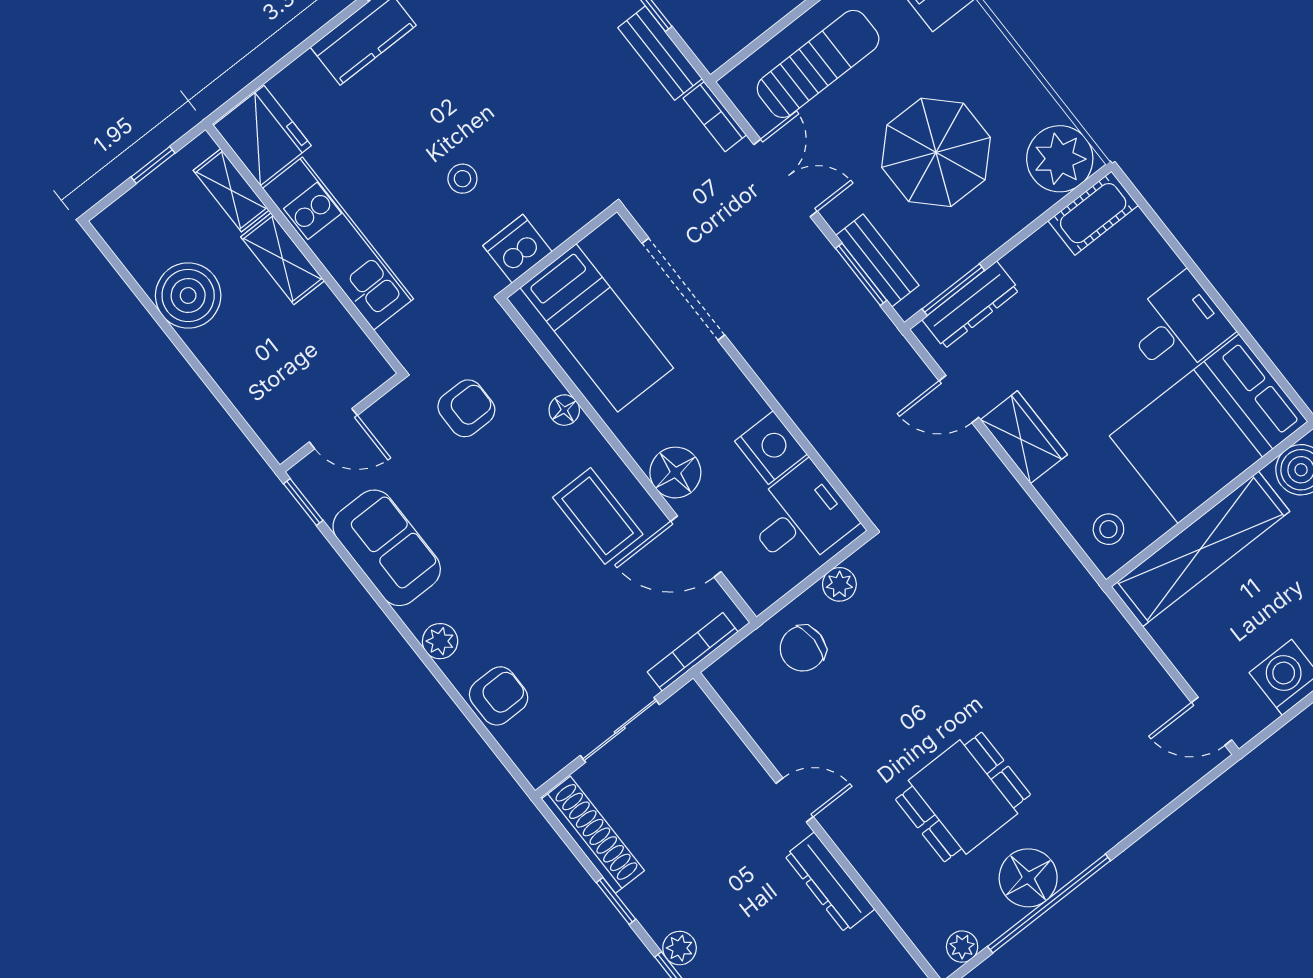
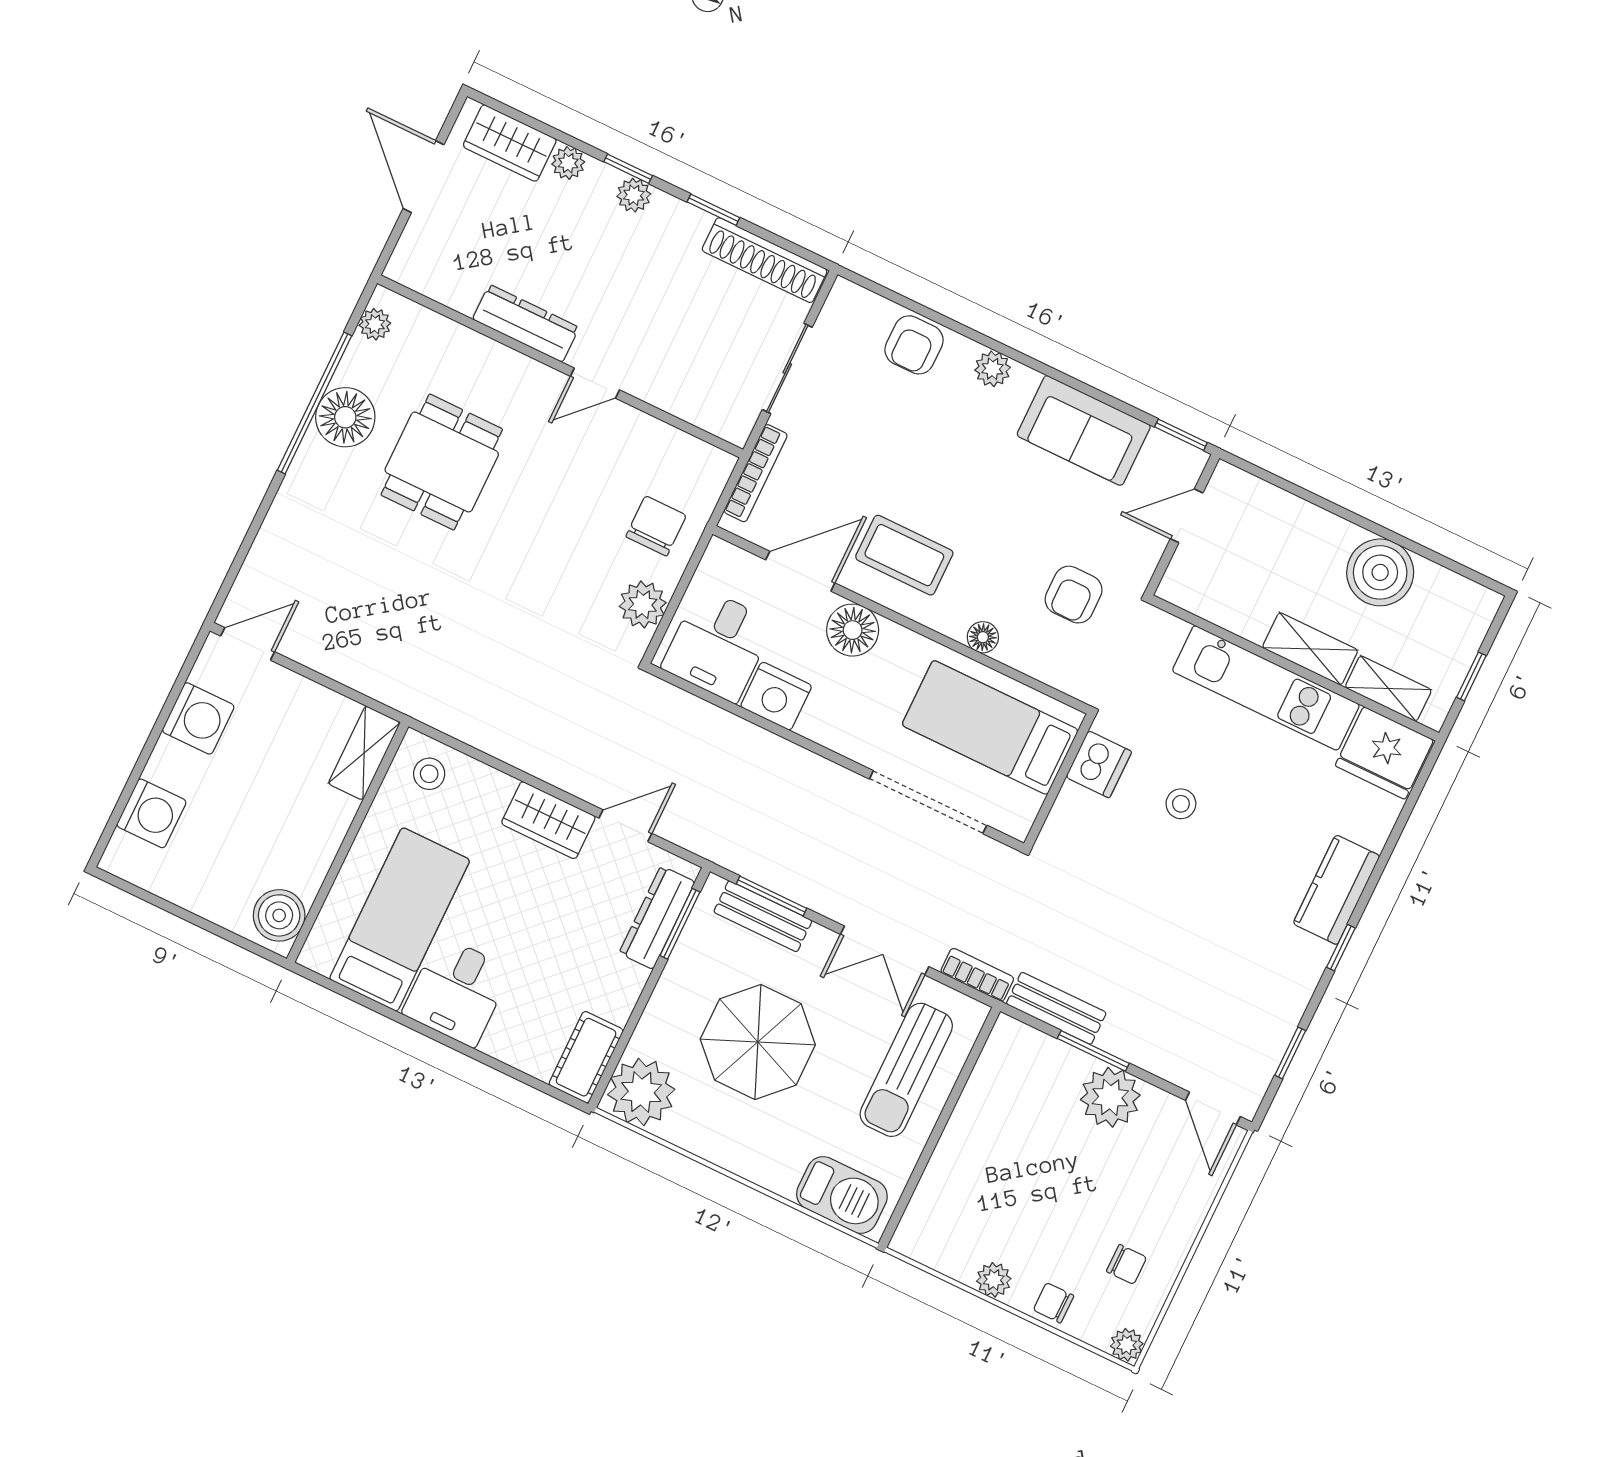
bed: (1209, 429) -> (400, 919), width x0.67
shelving: (1200, 549) -> (364, 753), width x0.45, depth x0.75
plant: (839, 584) -> (643, 605), width x1.38, depth x1.38

